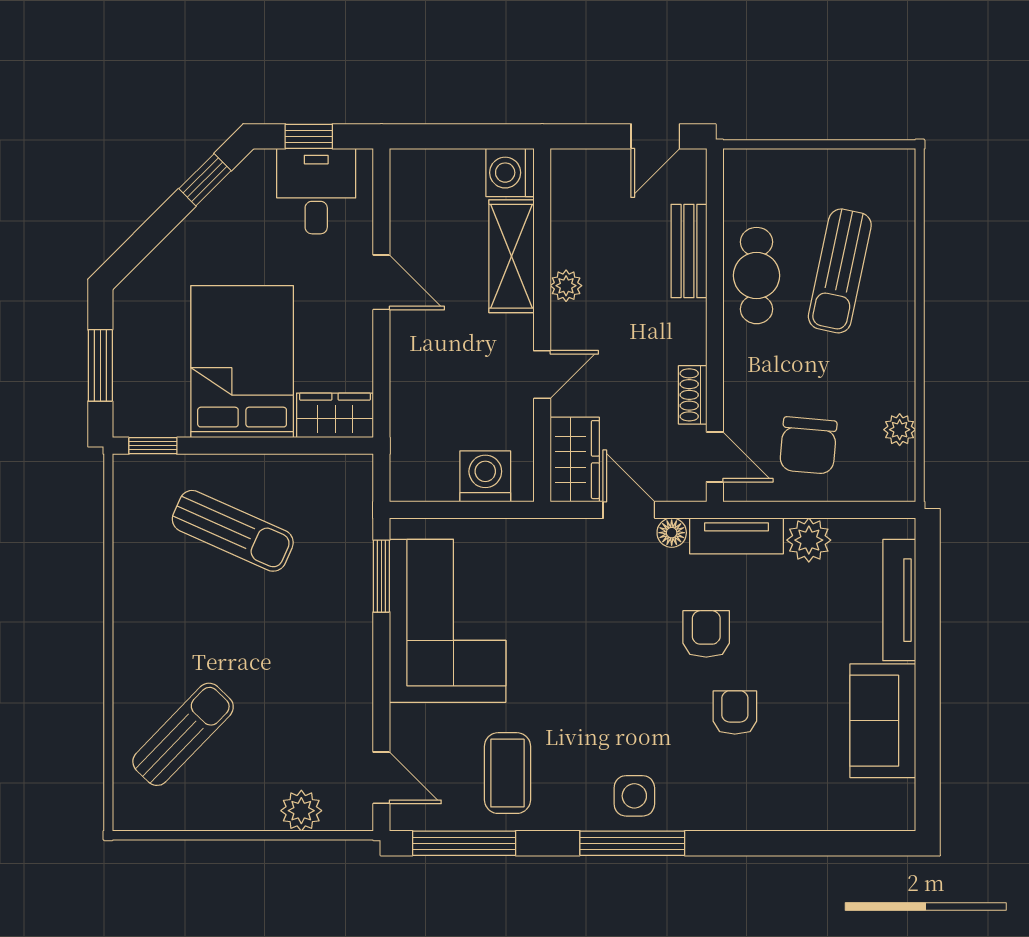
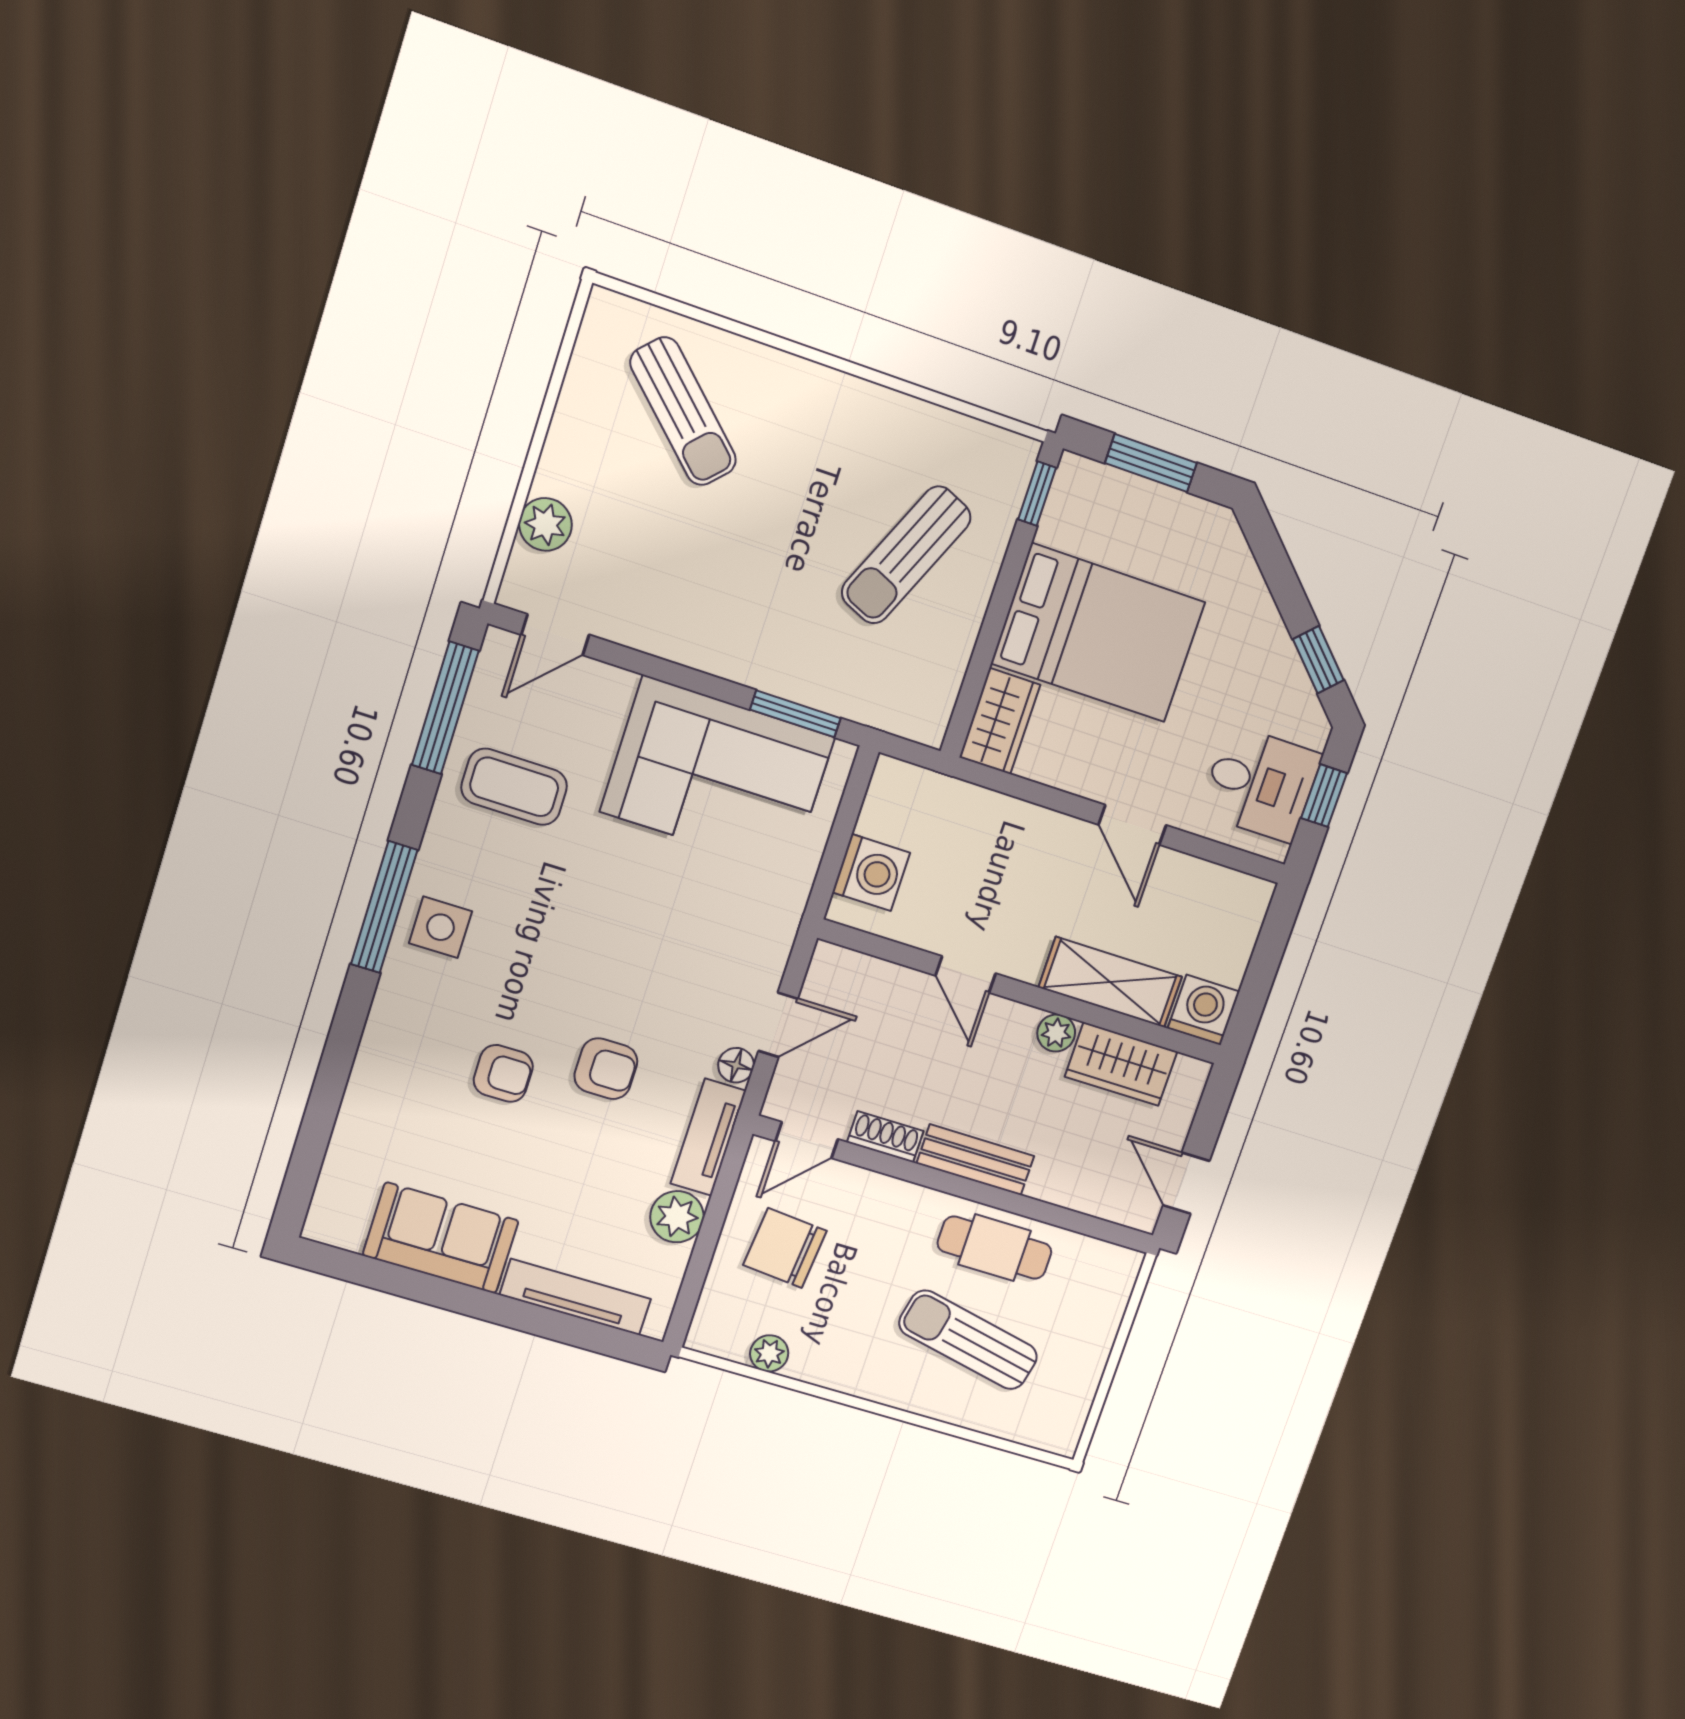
bench: (689, 251) -> (975, 1160), moved
door: (381, 282) -> (1132, 825), hinge flipped
wardrobe: (575, 460) -> (1121, 1064), moved

